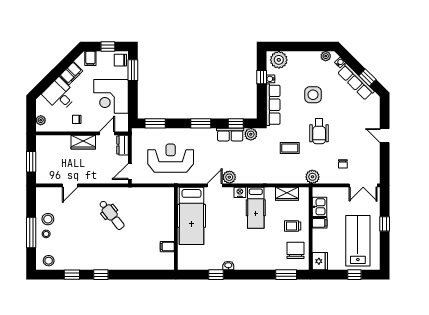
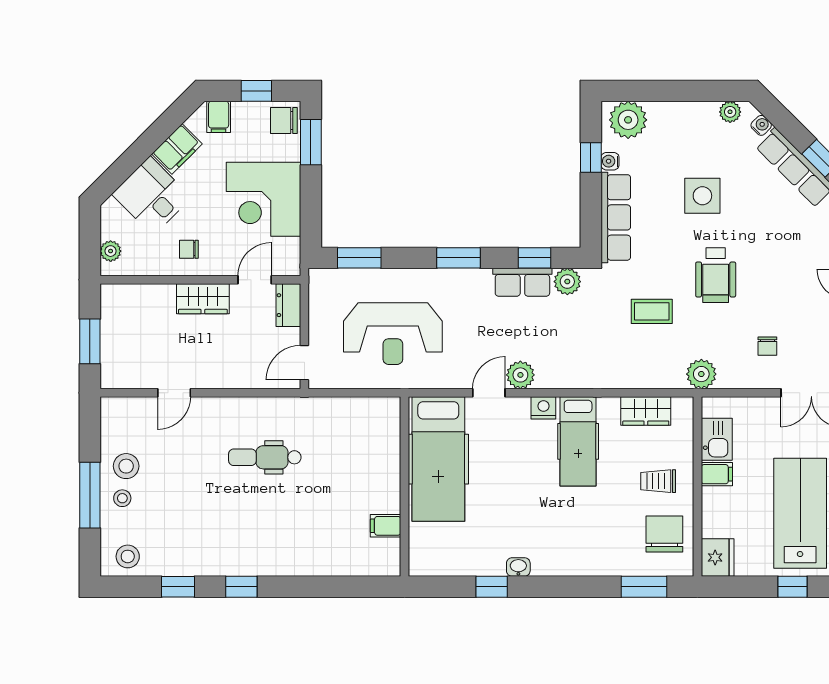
reception desk: (171, 158) -> (393, 334), turned 180
dental chair: (112, 215) -> (265, 457), turned 128

